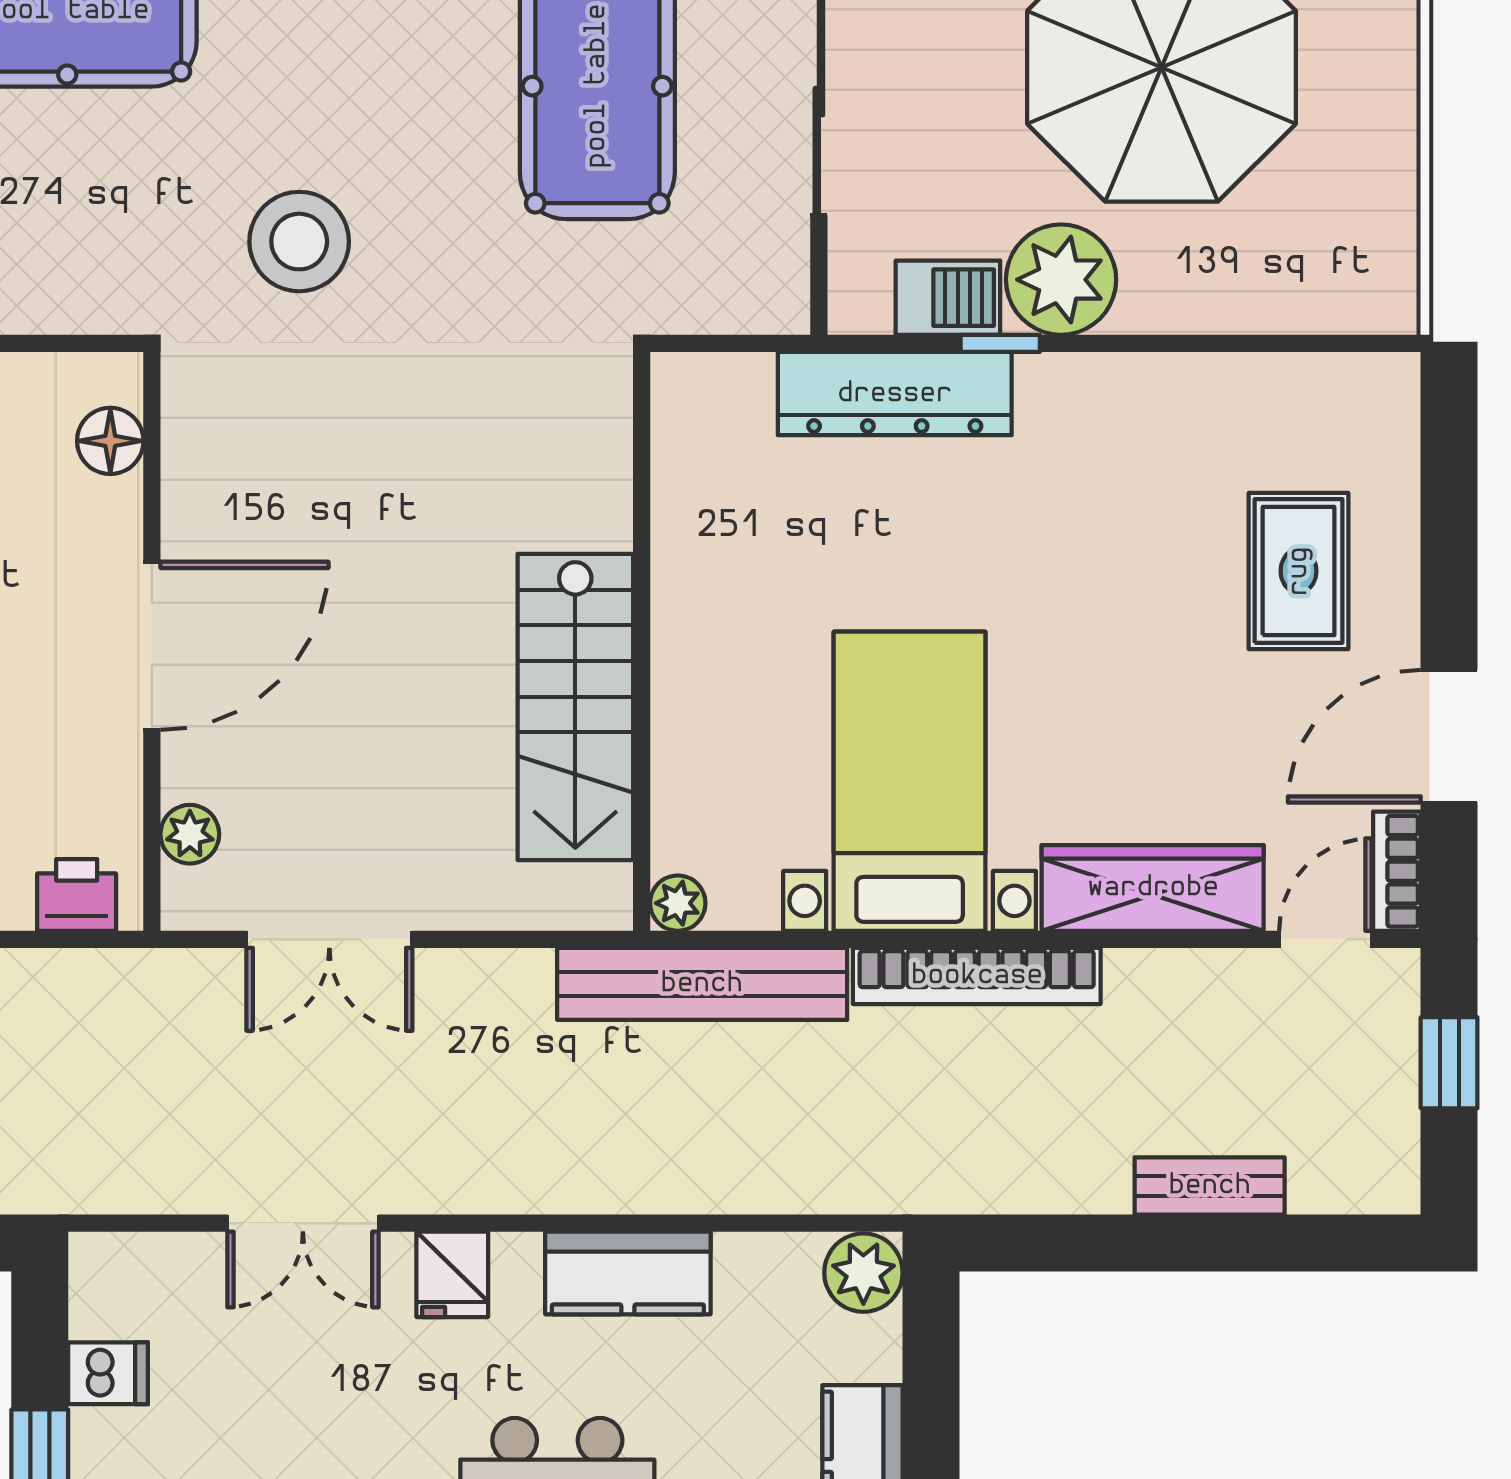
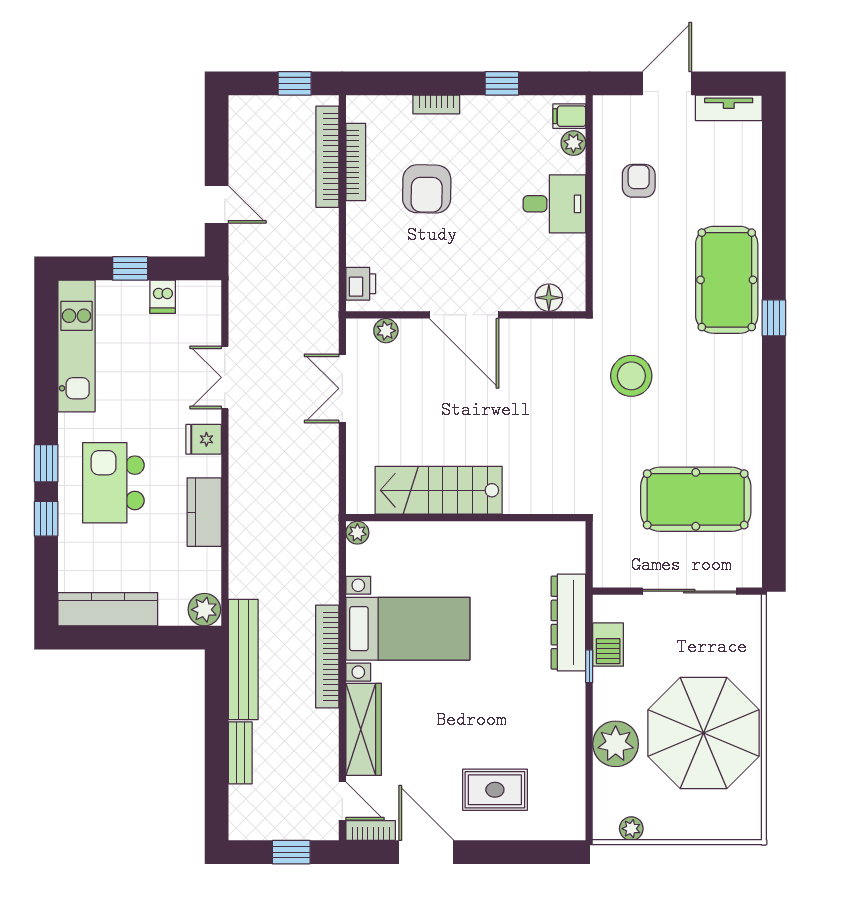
plant: (1392, 242) -> (631, 829), added
plant: (1061, 280) -> (616, 744), moved
bench: (702, 984) -> (243, 659), moved

